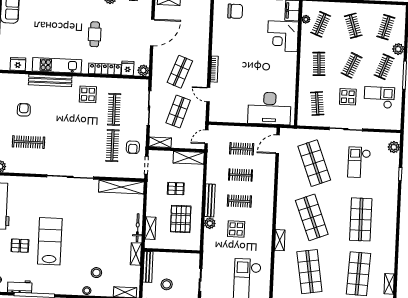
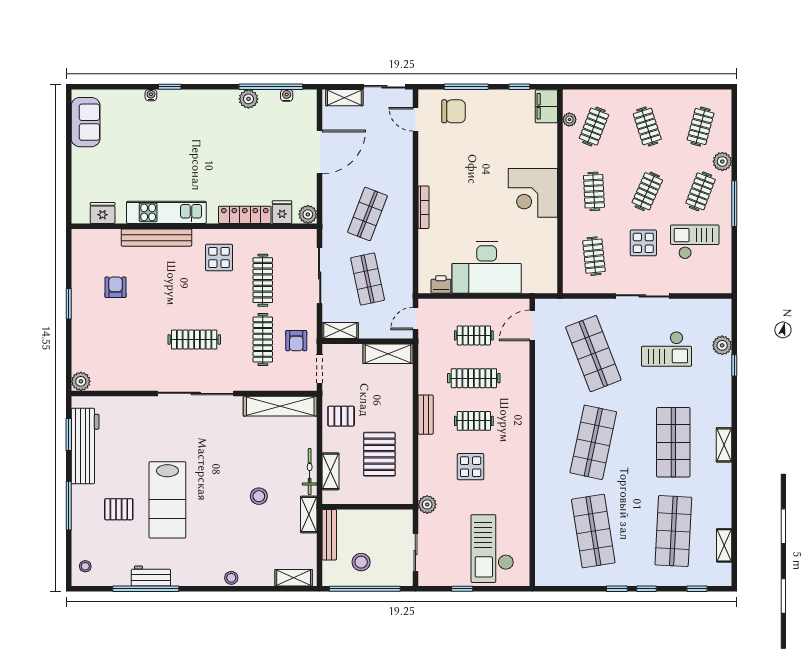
cafe table: (95, 34) -> (226, 159), removed
corner desk: (283, 36) -> (533, 193), moved
door: (208, 95) -> (415, 119), moved
desk: (269, 108) -> (487, 267), moved
shop shelf: (178, 111) -> (368, 279), turned -30
printer: (223, 117) -> (441, 284), added
clothes rail: (28, 142) -> (194, 340), moved
plant: (394, 147) -> (722, 345), moved
checkout: (359, 162) -> (666, 349), turned -90
clothes rail: (241, 175) -> (474, 378), width x1.36
pallet: (176, 189) -> (341, 416), moved
bench: (210, 200) -> (426, 415), width x0.73
shop shelf: (312, 217) -> (593, 442), turned 33
plant: (210, 223) -> (427, 504), moved
shelving: (280, 240) -> (724, 445), moved
lab bench: (50, 241) -> (167, 500), turned 180
stool: (96, 273) -> (259, 496), moved
workbench: (20, 287) -> (151, 576), moved

